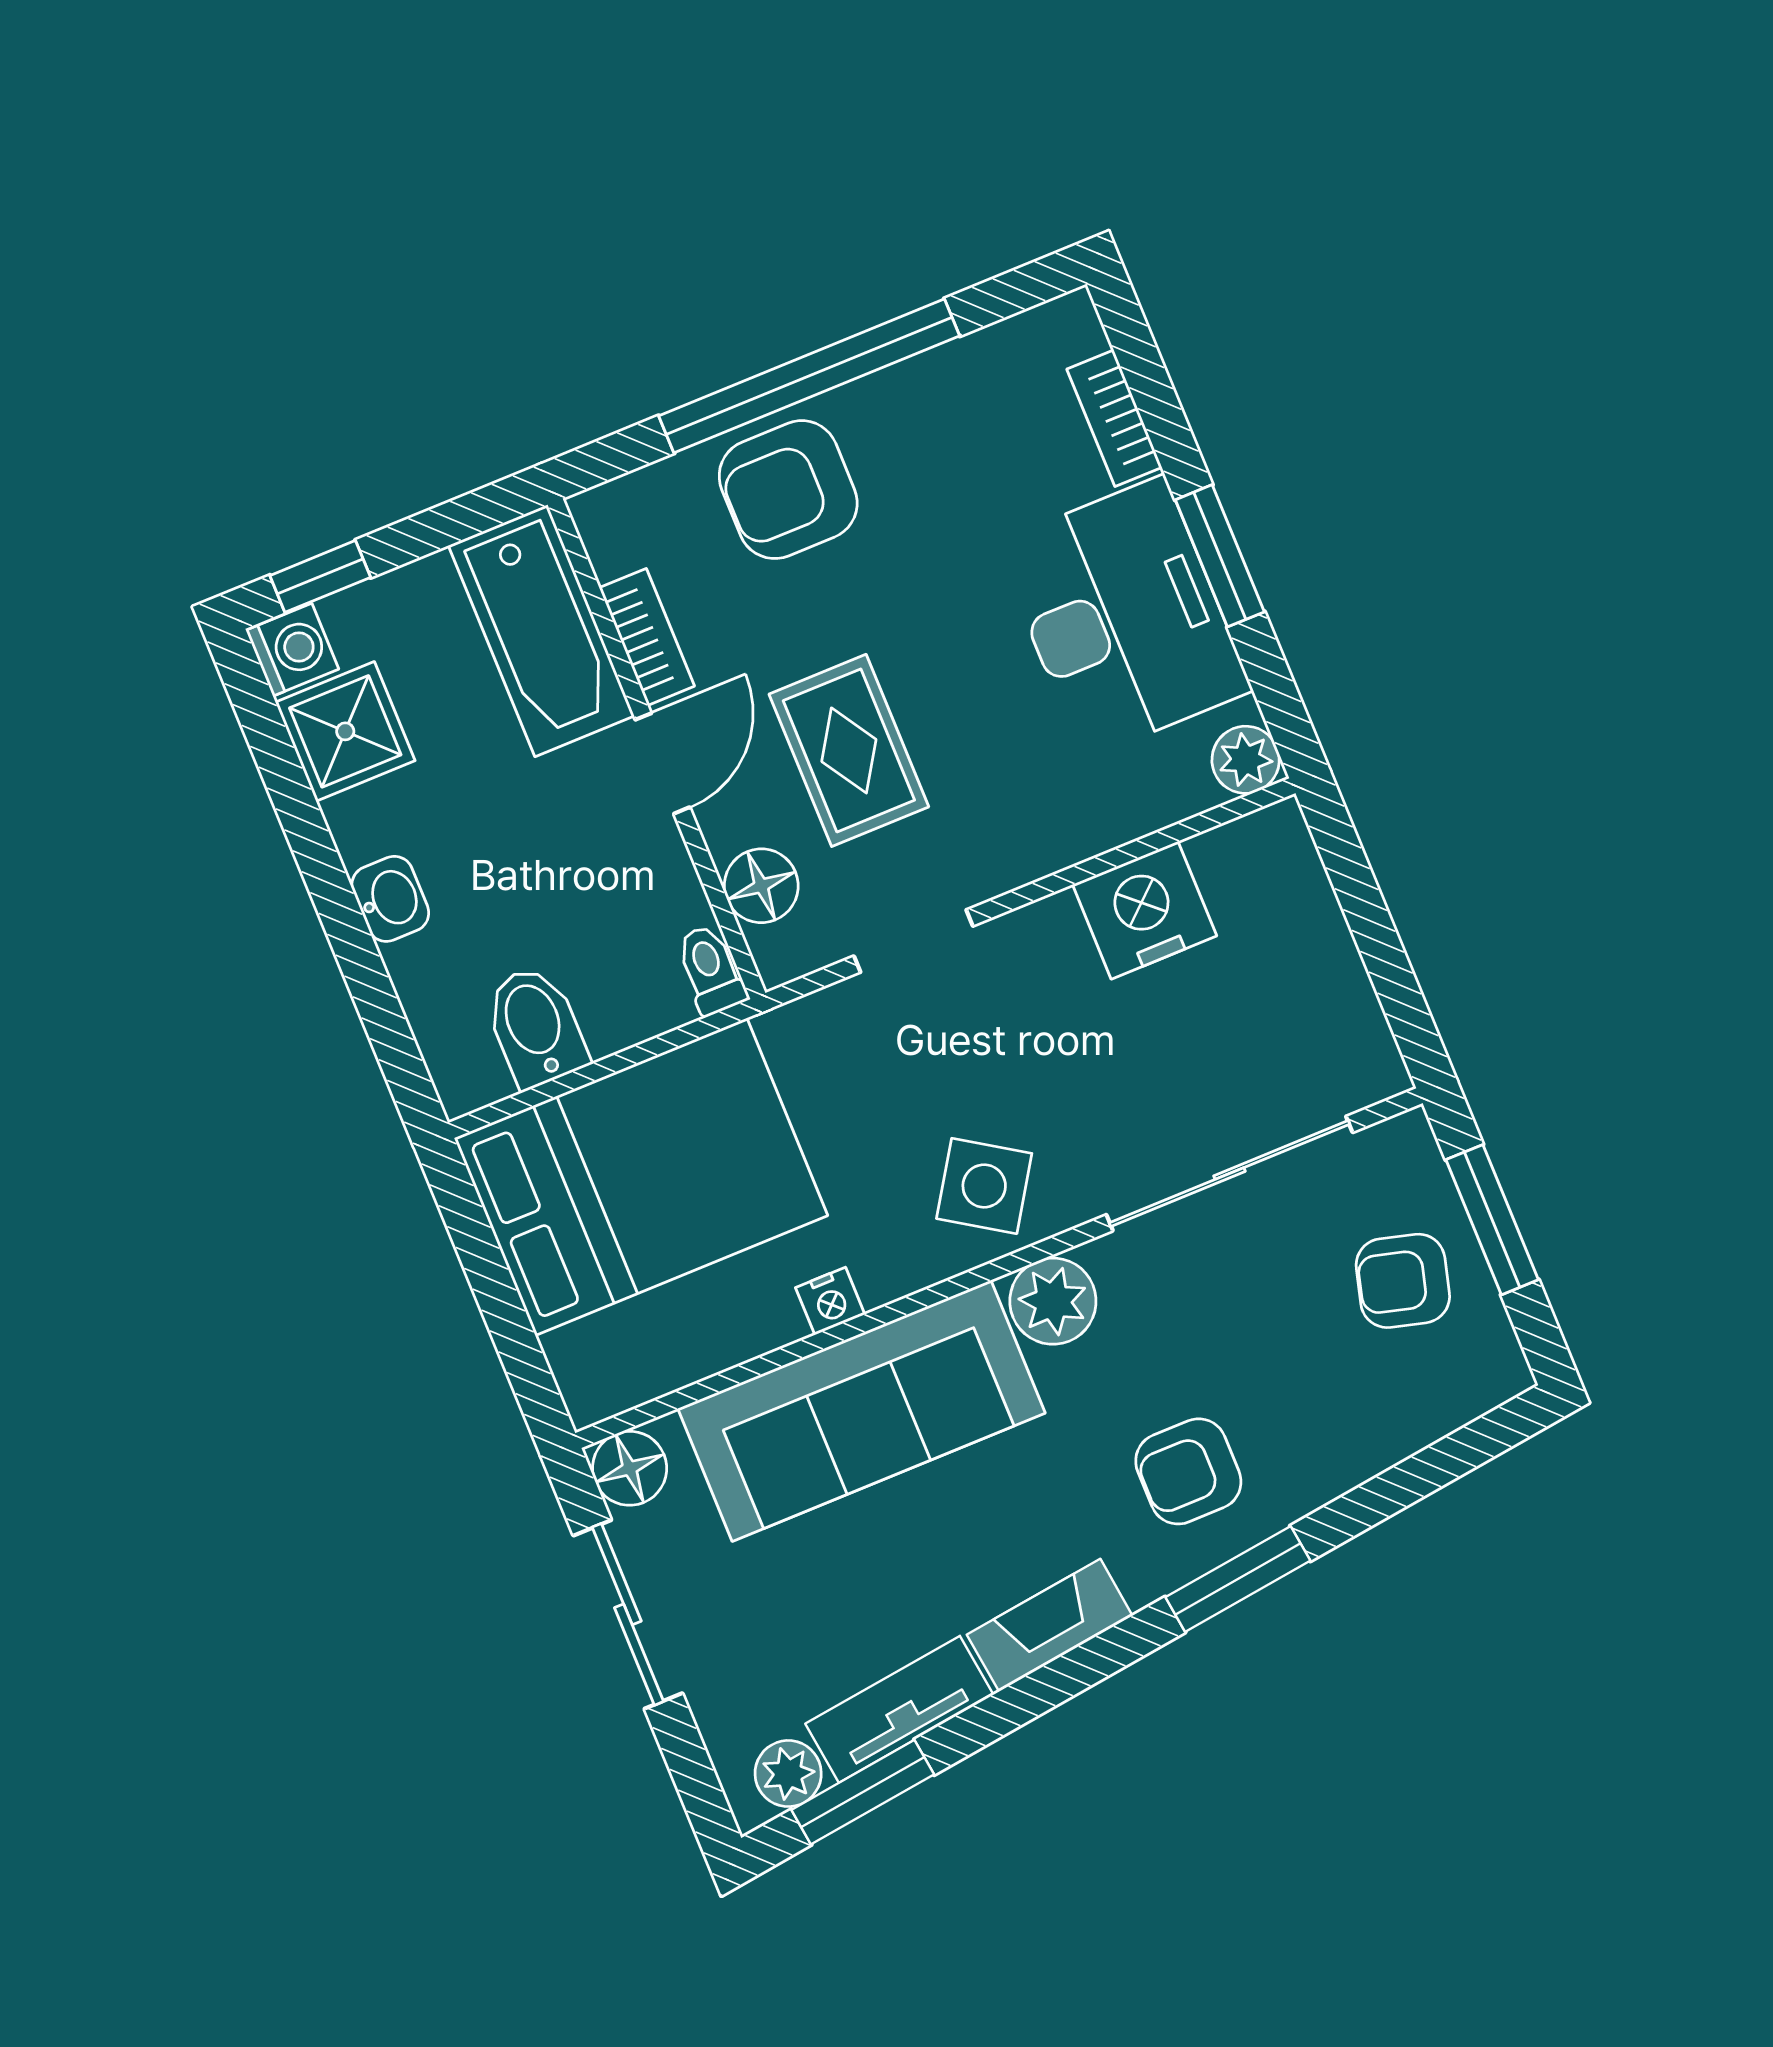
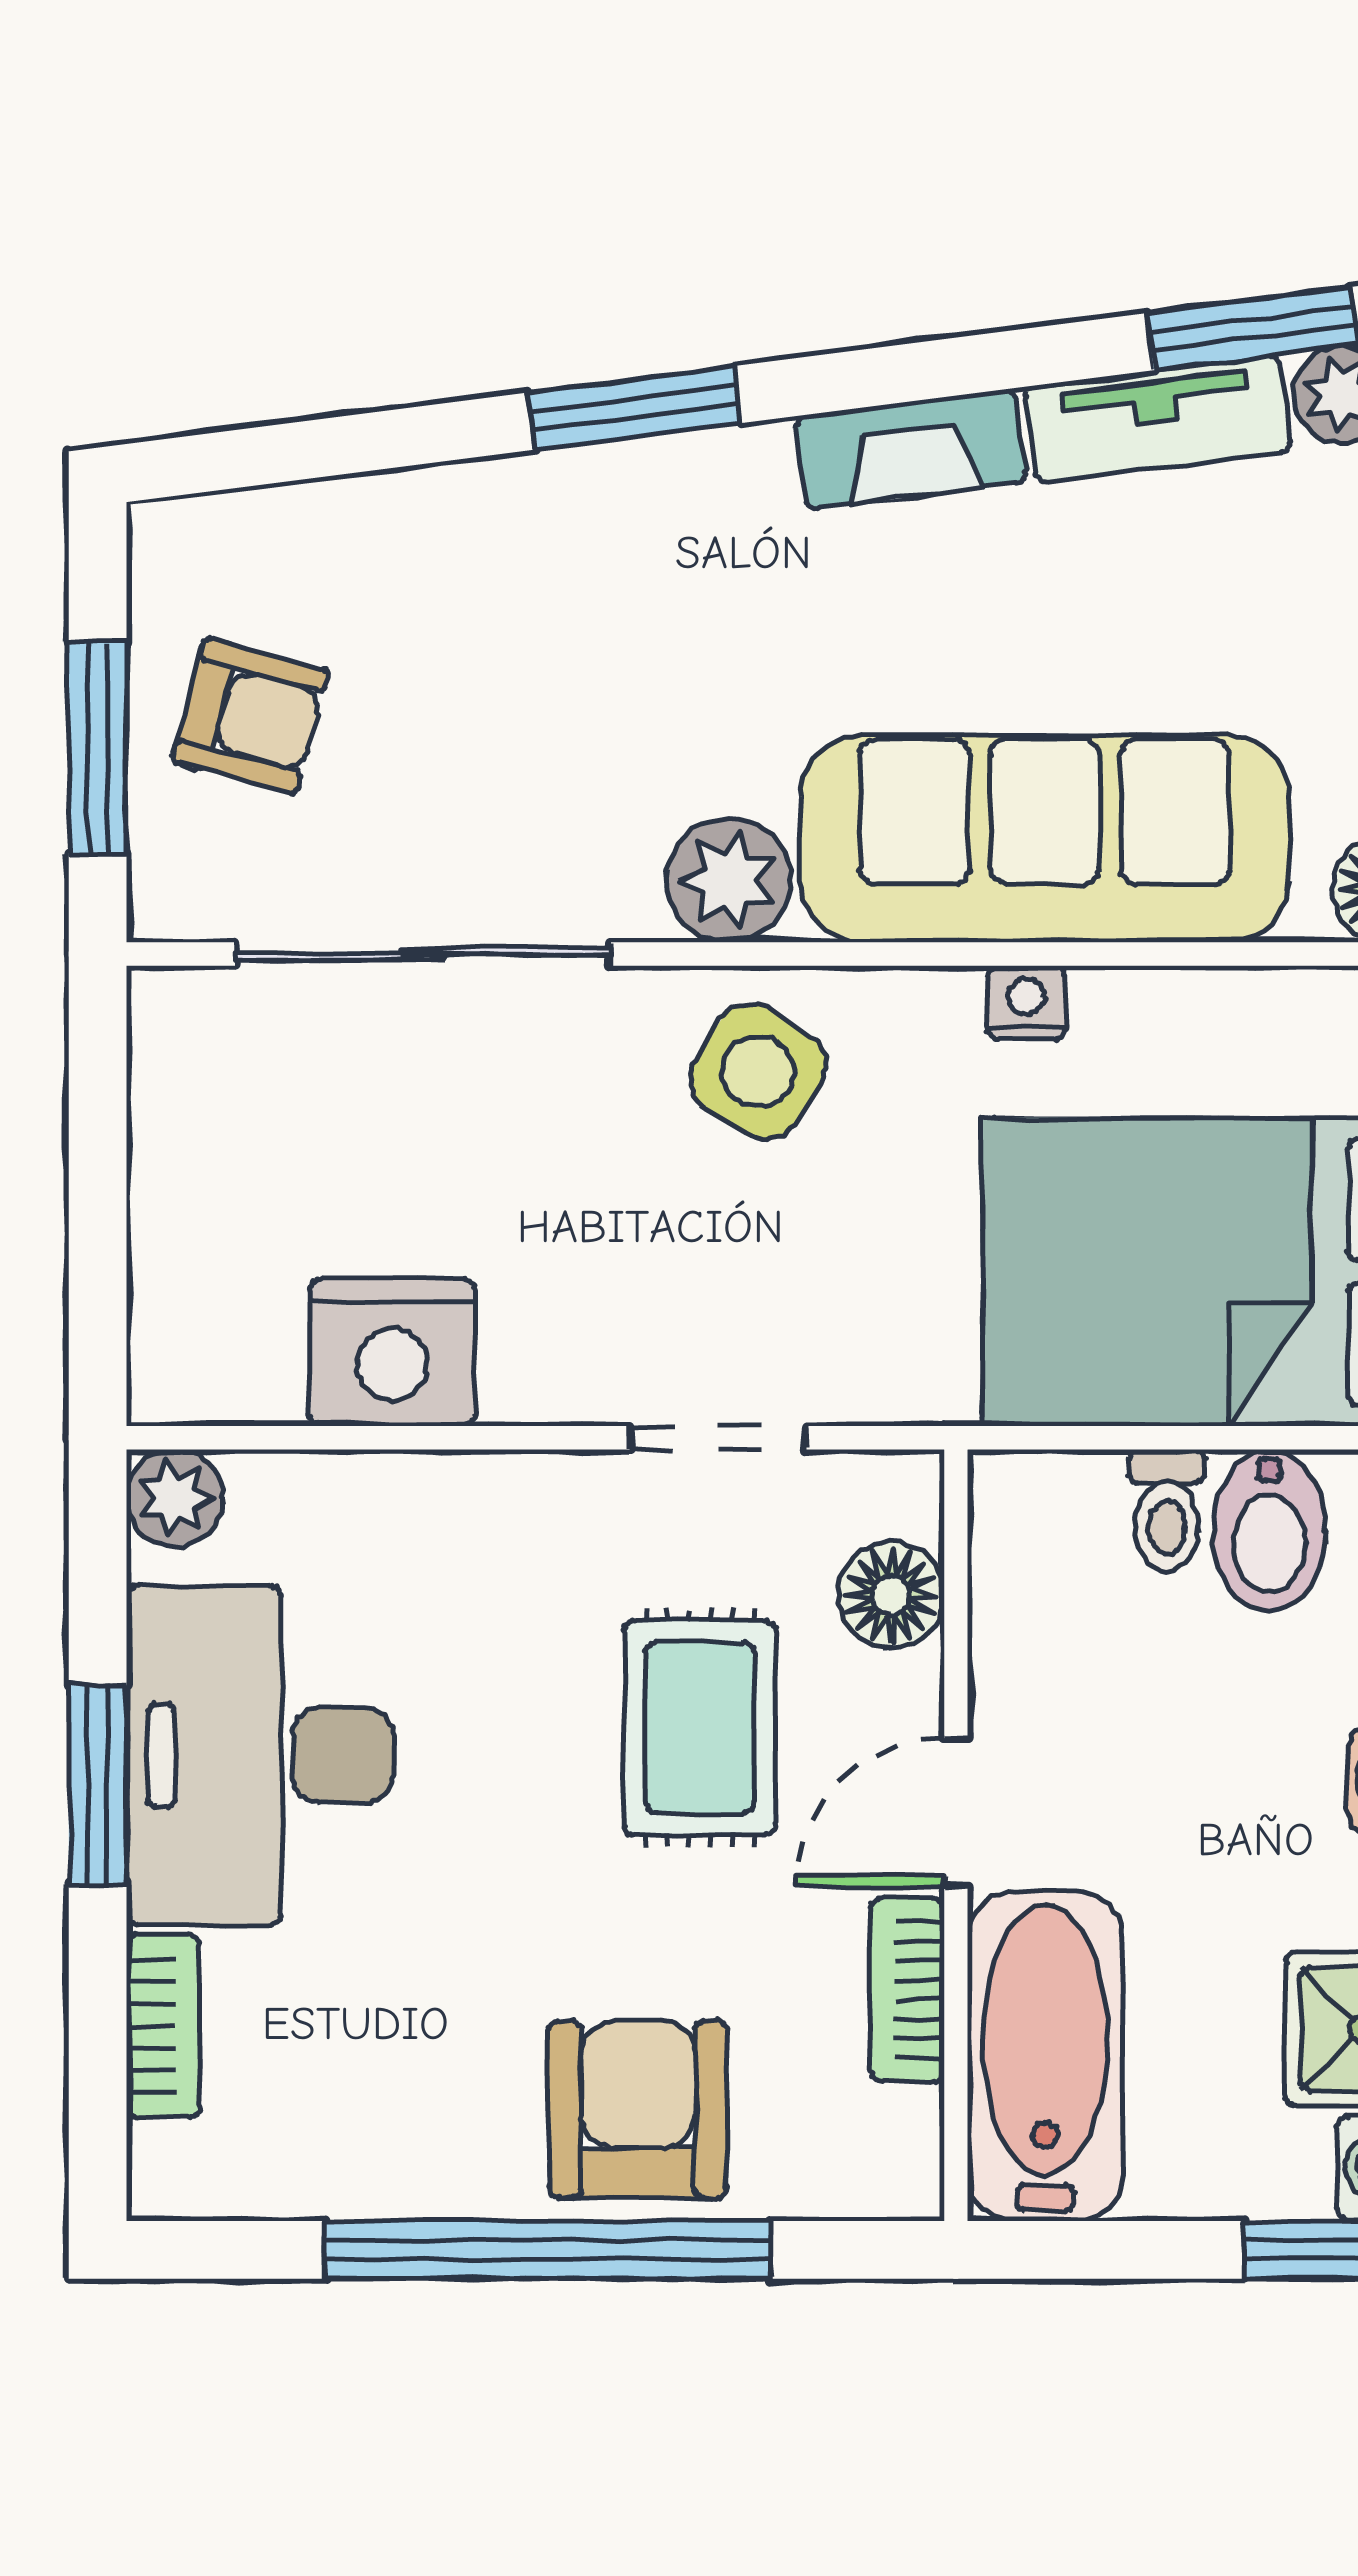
armchair: (788, 490) -> (638, 2109), turned -90
toilet: (710, 970) -> (1167, 1510), moved
armchair: (1188, 1471) -> (641, 579), removed

